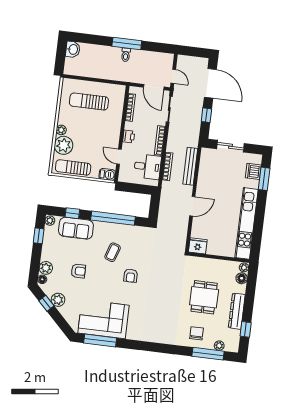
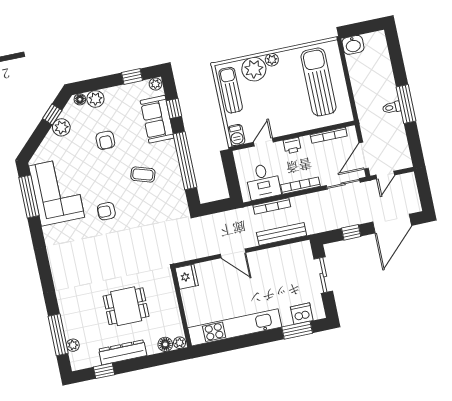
washbasin: (73, 49) -> (353, 45), moved
sun lounger: (89, 102) -> (319, 82), width x1.36, depth x1.34
armchair: (131, 276) -> (106, 211), moved
chair: (197, 333) -> (78, 312), removed

